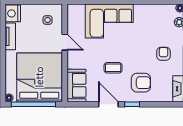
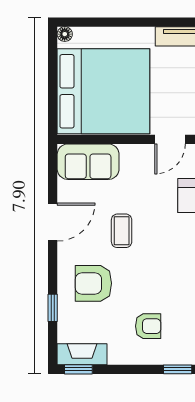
armchair: (141, 83) -> (93, 283), turned 90
window: (33, 104) -> (53, 80), removed
window: (132, 104) -> (53, 308), moved

